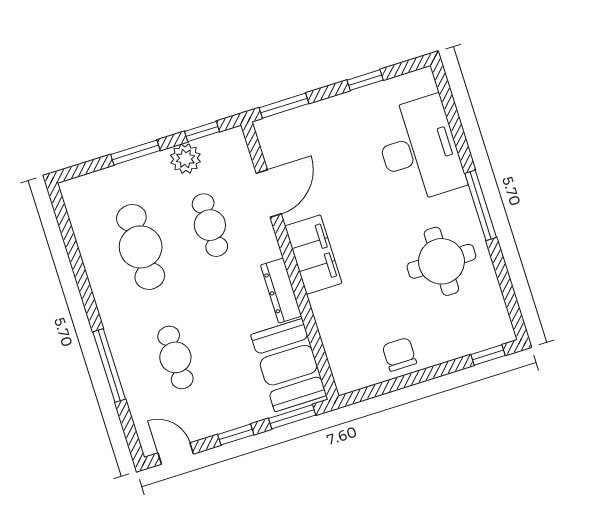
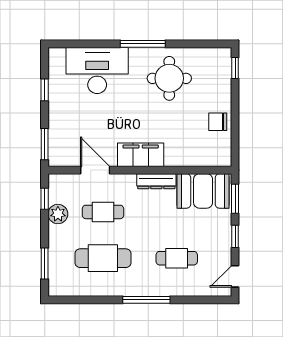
window: (135, 153) -> (45, 263), moved
window: (109, 365) -> (146, 300), moved

